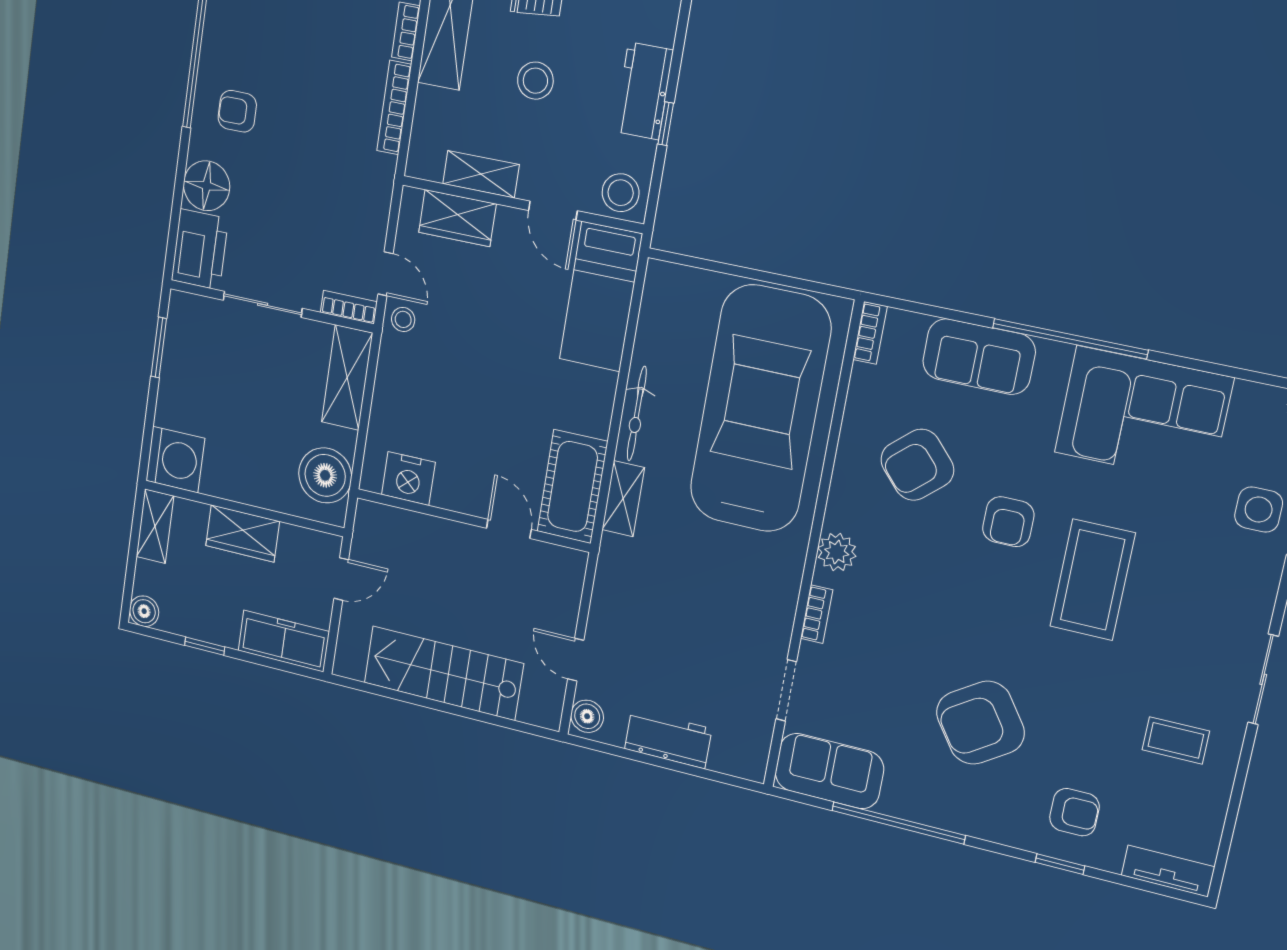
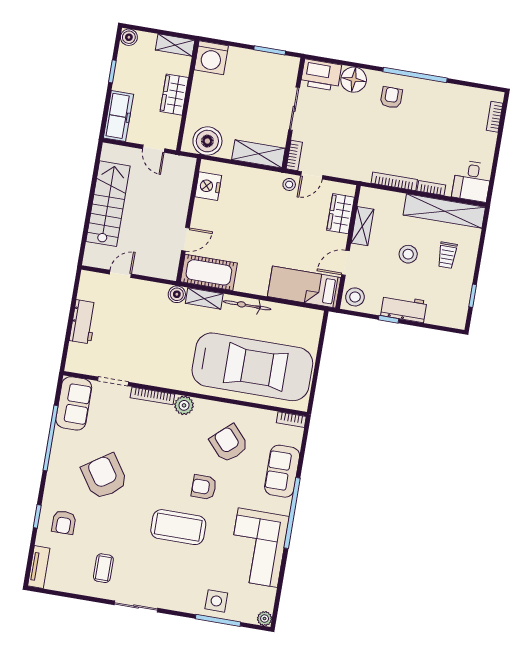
bookcase: (817, 614) -> (152, 396), width x1.56
boiler: (587, 716) -> (177, 294), moved

